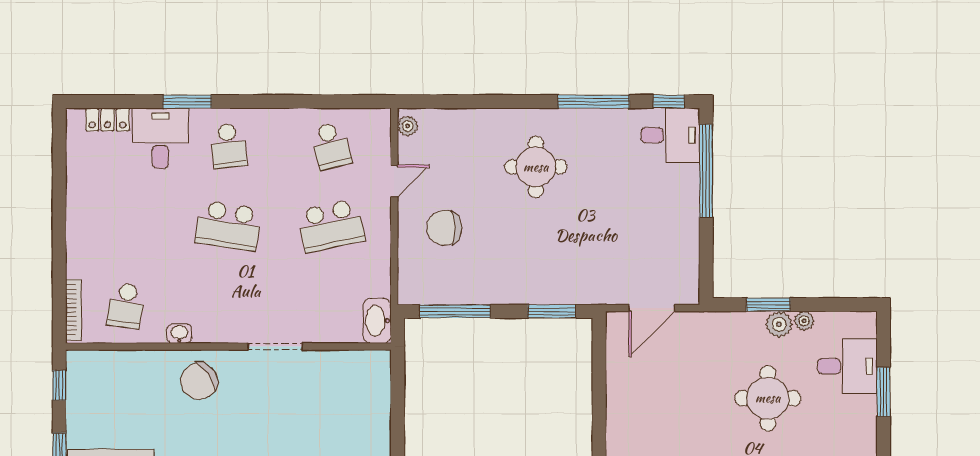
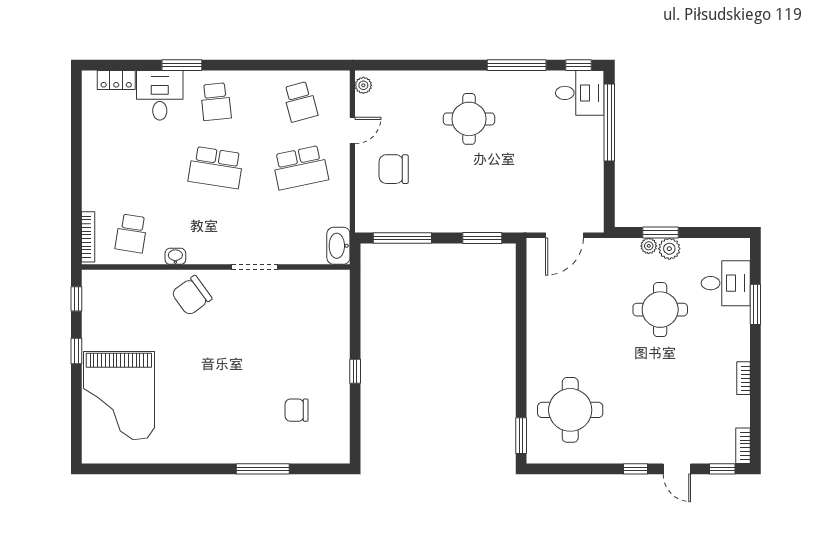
plant: (804, 321) -> (649, 246), moved

